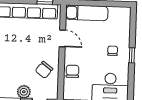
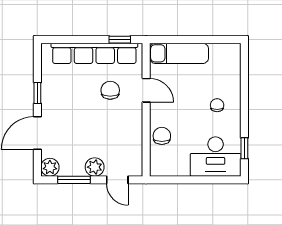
window: (132, 55) -> (244, 148), moved
chair: (44, 70) -> (110, 90), moved, turned 143

